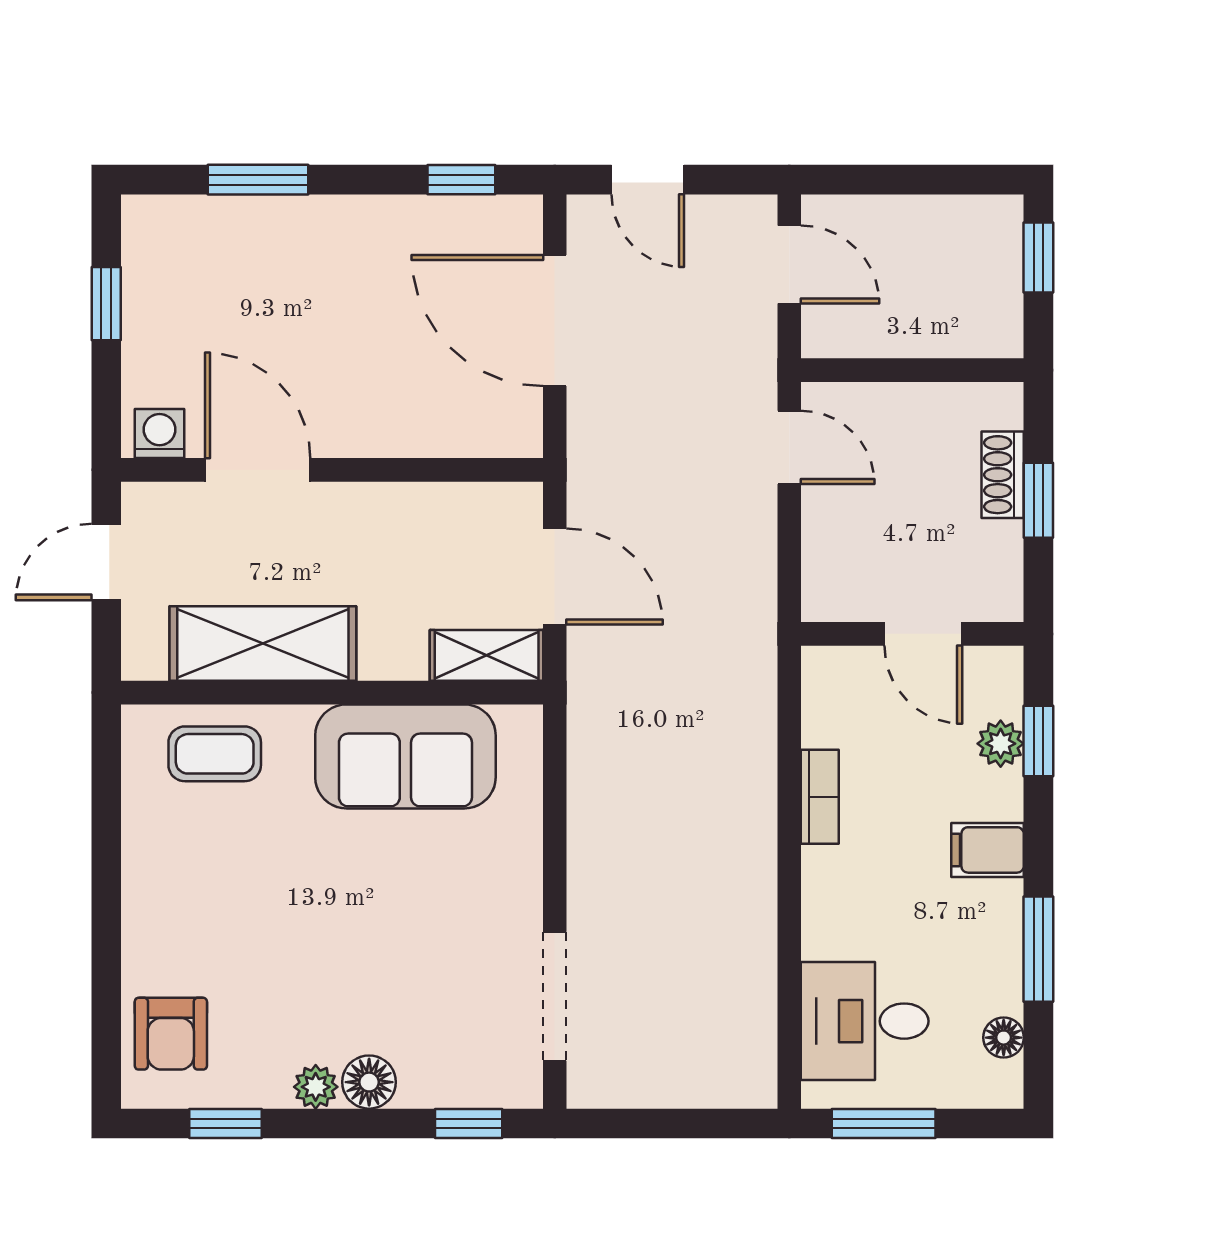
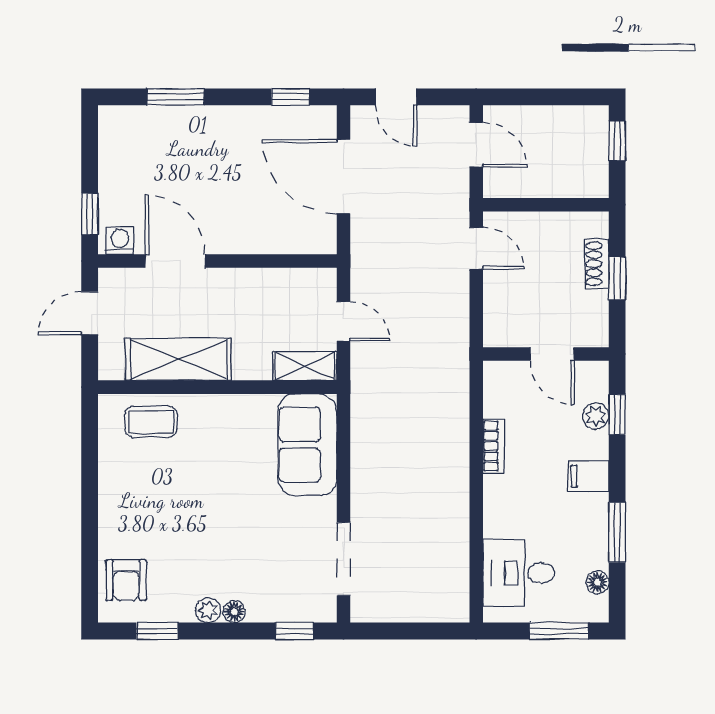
window: (106, 304) -> (90, 214), moved
door: (555, 577) -> (343, 321), width x0.73
sofa: (405, 756) -> (307, 445), moved, turned 90
floor lamp: (369, 1082) -> (234, 612), width x0.73, depth x0.73
window: (884, 1123) -> (559, 631), moved

